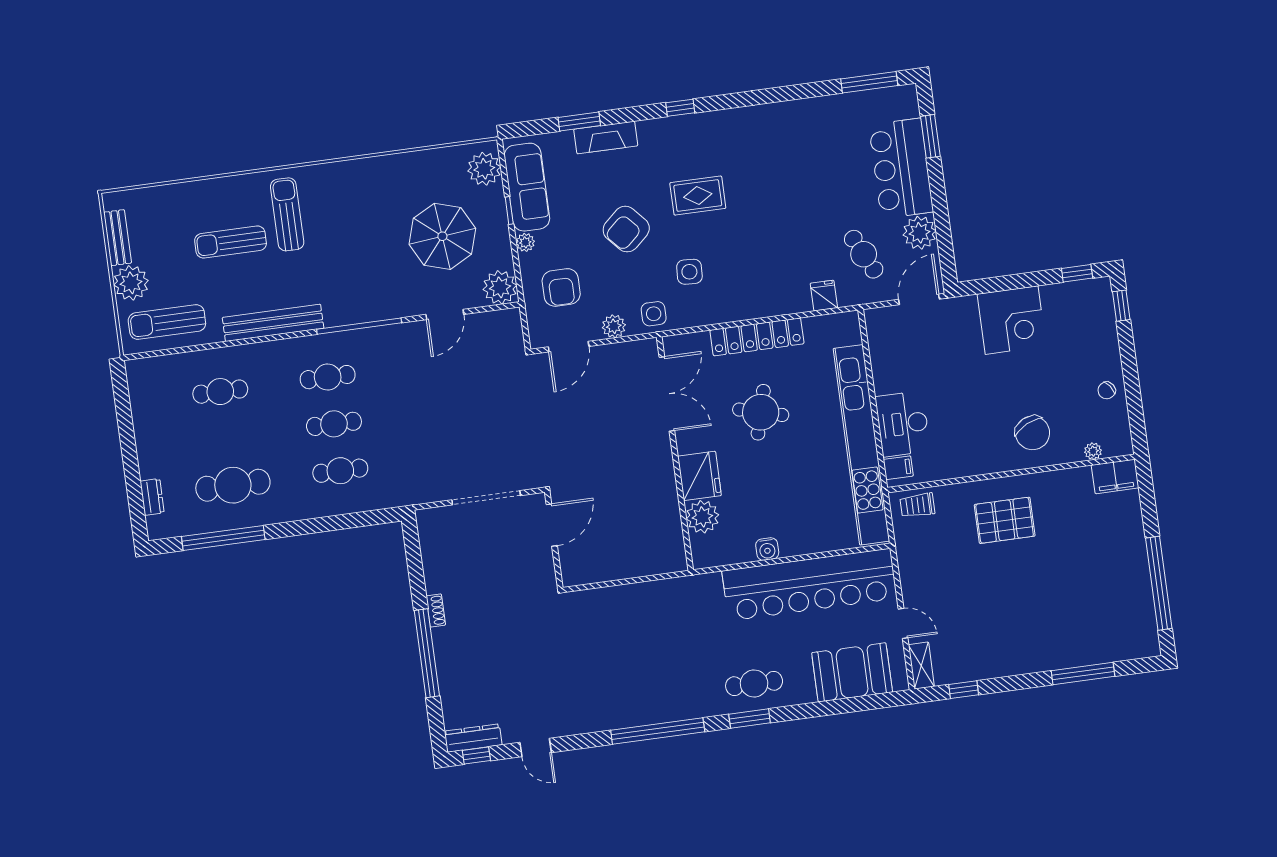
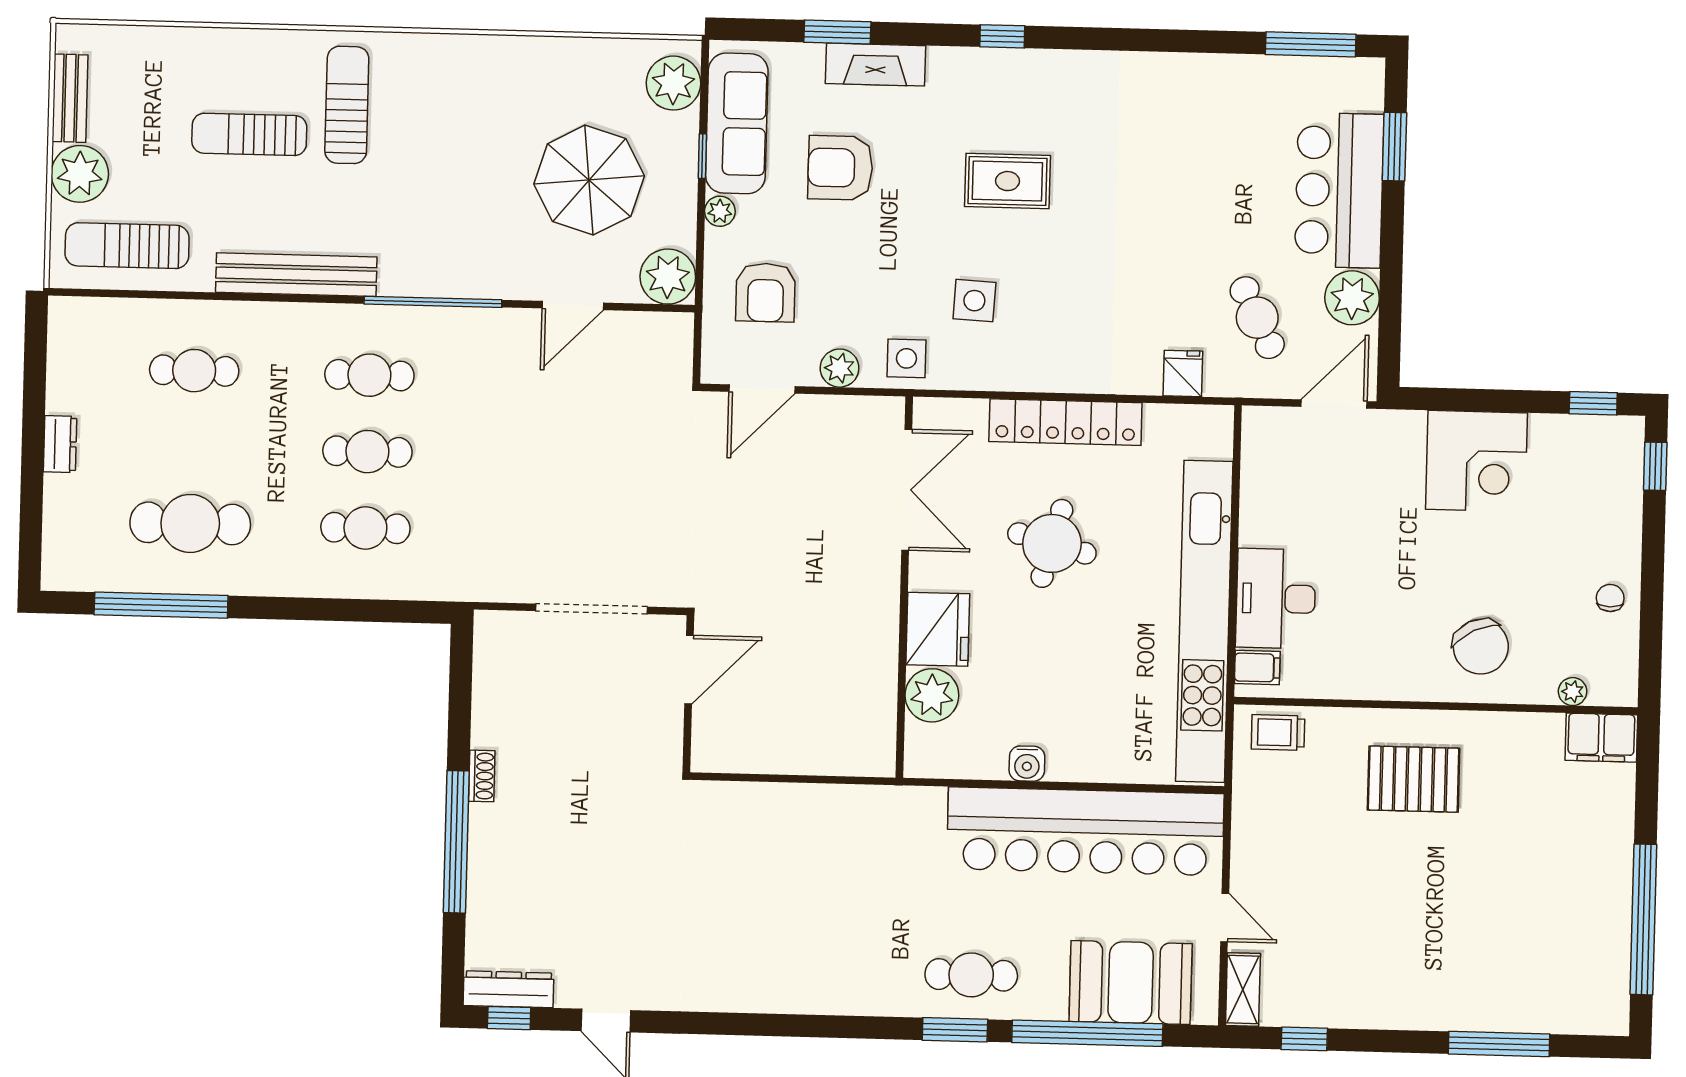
armchair: (626, 229) -> (840, 168), moved, turned 42
chair: (1107, 390) -> (1610, 598), turned 125
dresser: (152, 497) -> (60, 444), moved
window: (658, 731) -> (1087, 1033), moved

